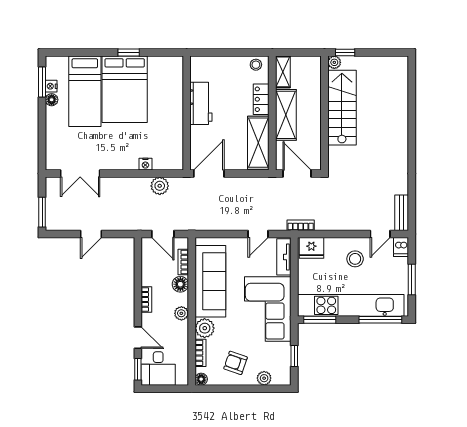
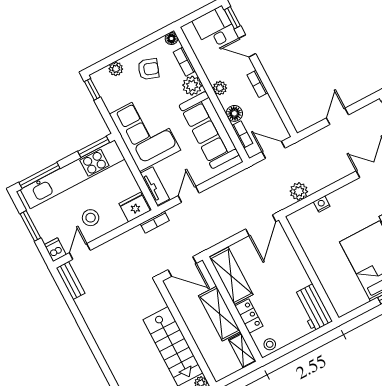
workbench: (201, 103) -> (313, 308), moved
window: (294, 356) -> (92, 89), moved

